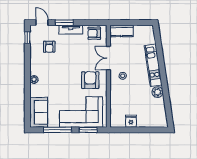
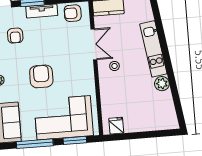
double door: (108, 58) -> (94, 44), swing flipped
armchair: (90, 80) -> (41, 76), moved
fridge: (131, 121) -> (116, 126), moved

